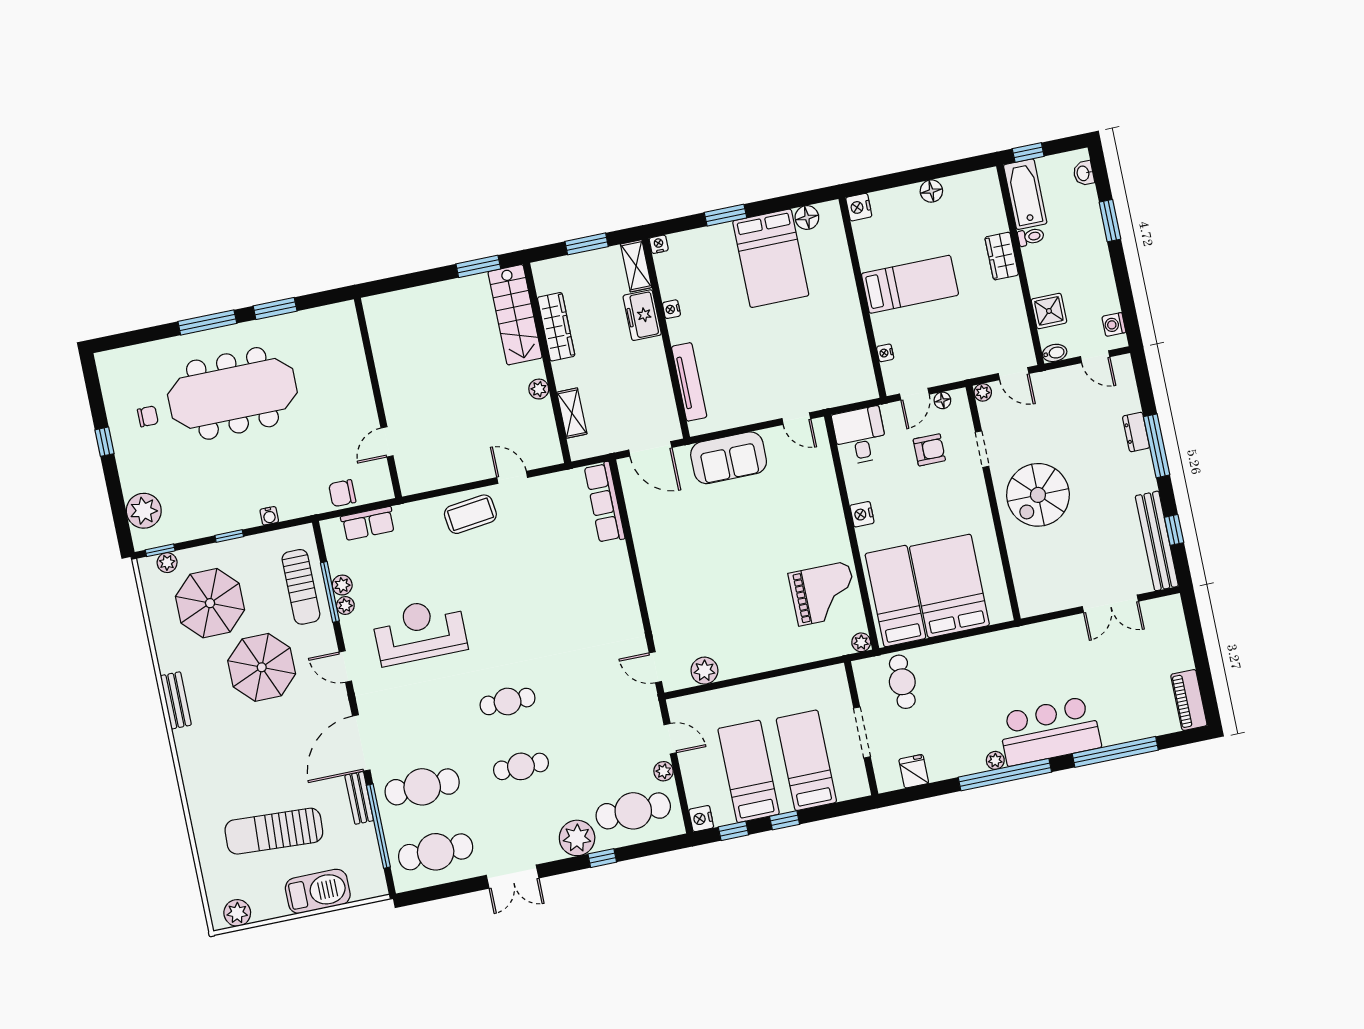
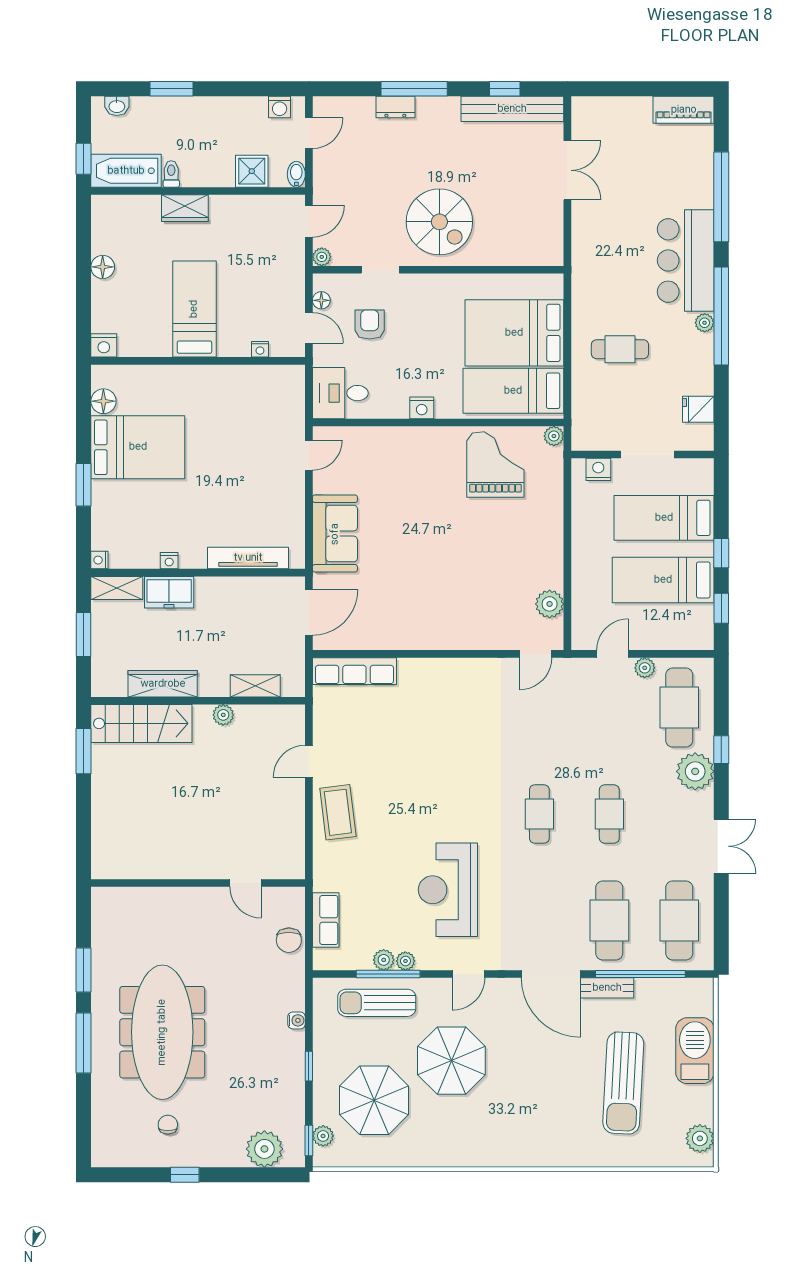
sun lounger: (301, 587) -> (377, 1003), turned 180
cafe table: (902, 682) -> (620, 349), moved
bench: (176, 700) -> (467, 1156), removed
nightstand: (701, 819) -> (598, 469), moved, turned 180

